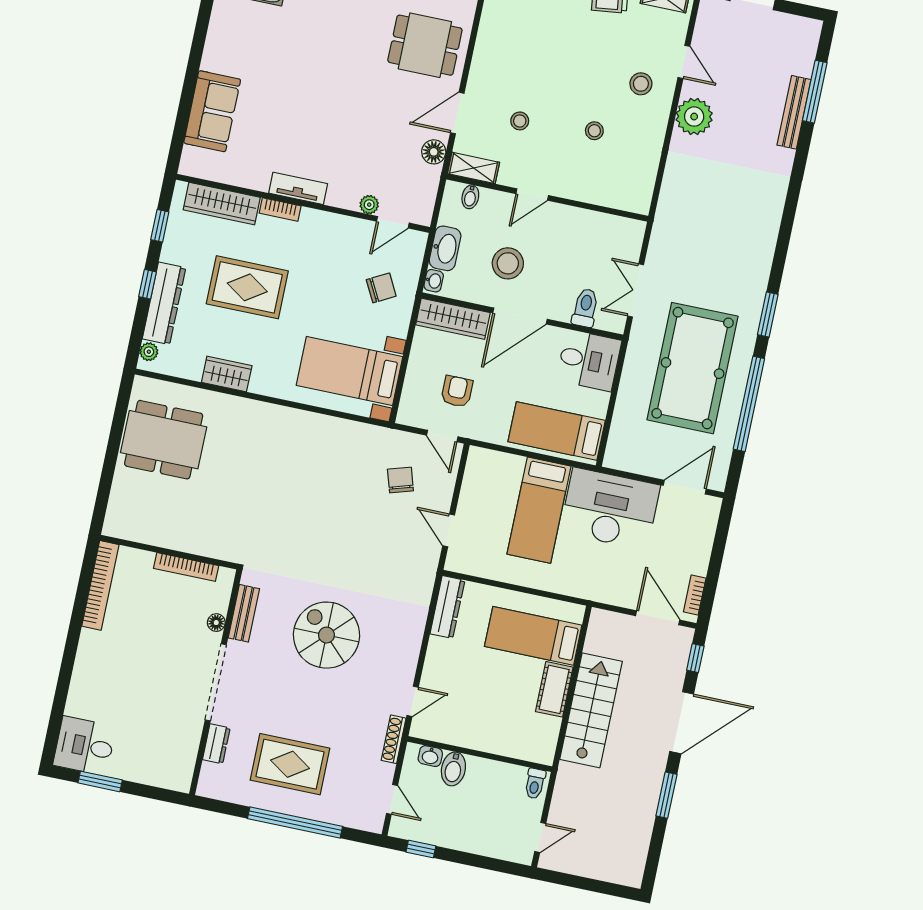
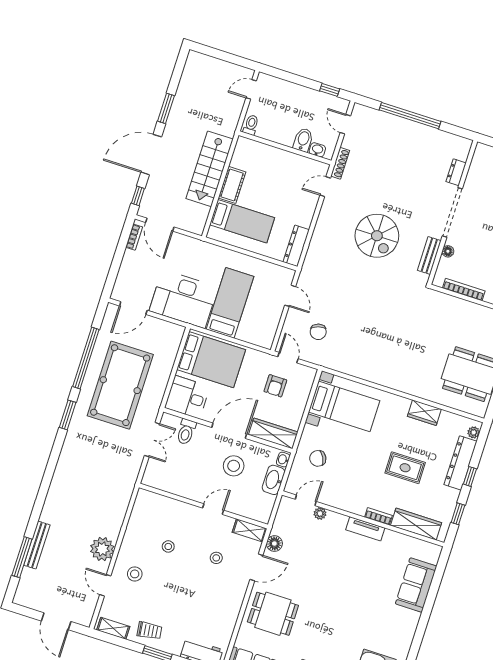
bidet: (470, 197) -> (254, 512), removed
rug: (247, 287) -> (405, 468), width x0.73, depth x0.70
bed: (557, 431) -> (211, 360), width x1.50
rug: (290, 764) -> (409, 154), removed

